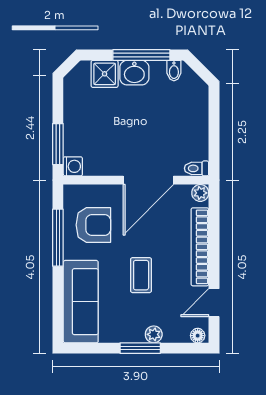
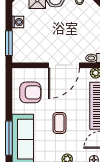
washing machine: (73, 166) -> (18, 22), moved
window: (58, 238) -> (9, 138), moved

